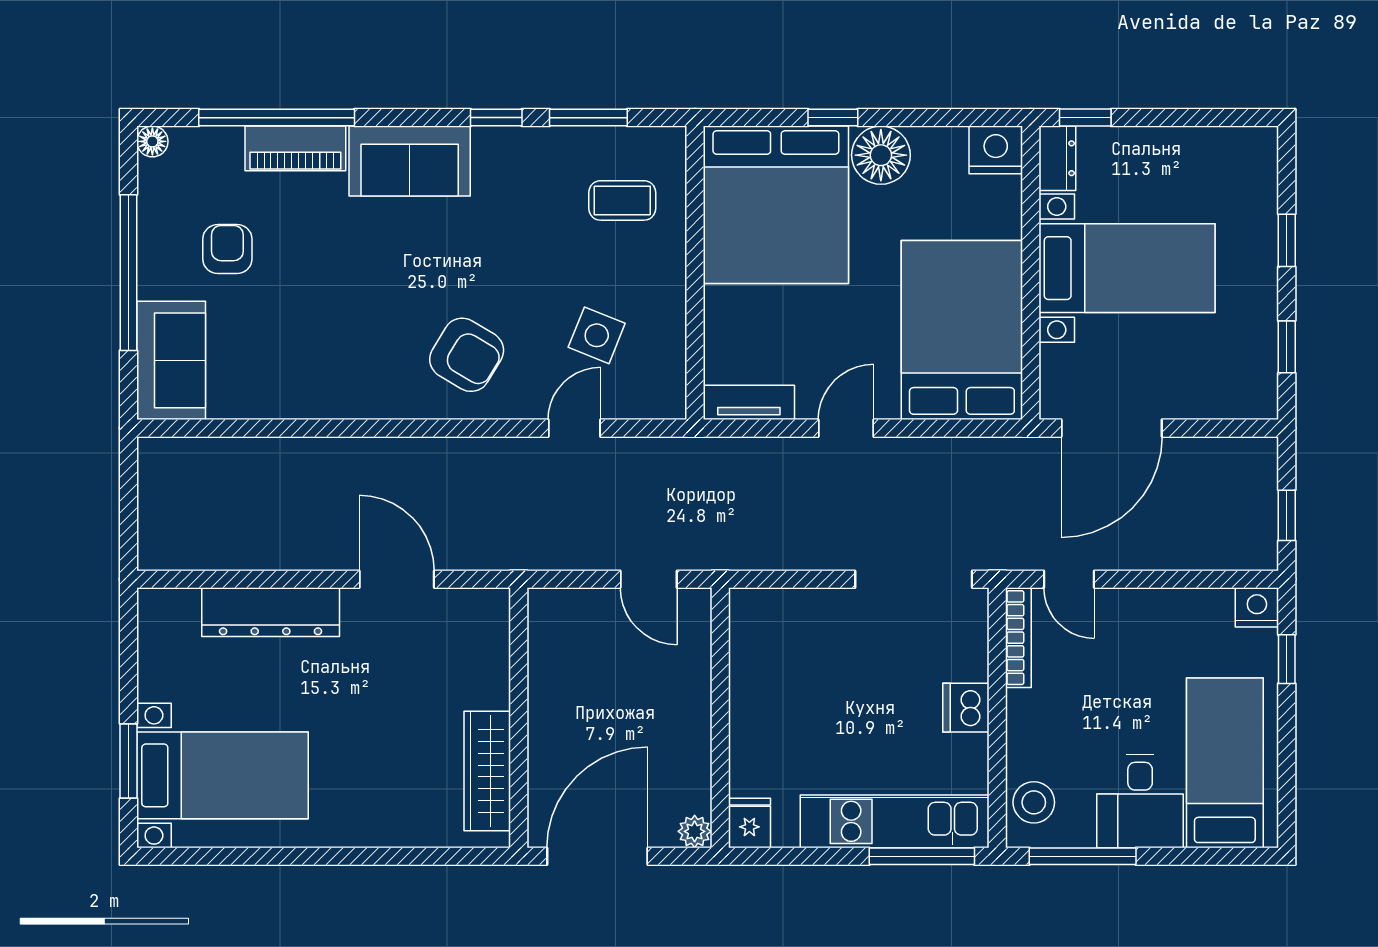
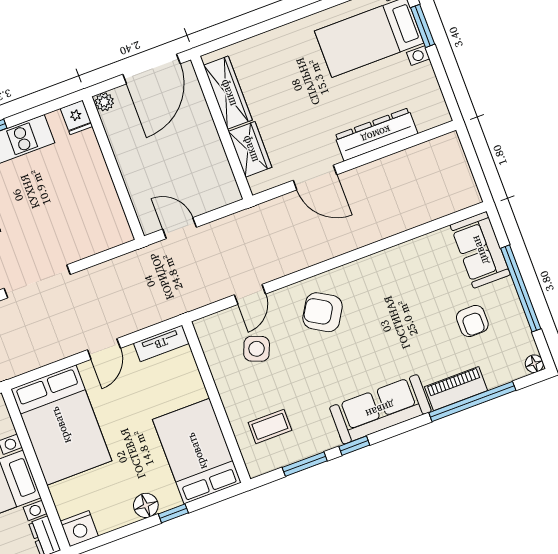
floor lamp: (881, 155) -> (146, 505), width x0.73, depth x0.73
sofa: (410, 161) -> (380, 409), width x1.36
bed: (776, 205) -> (197, 451), width x0.73
wardrobe: (486, 665) -> (250, 149), added

